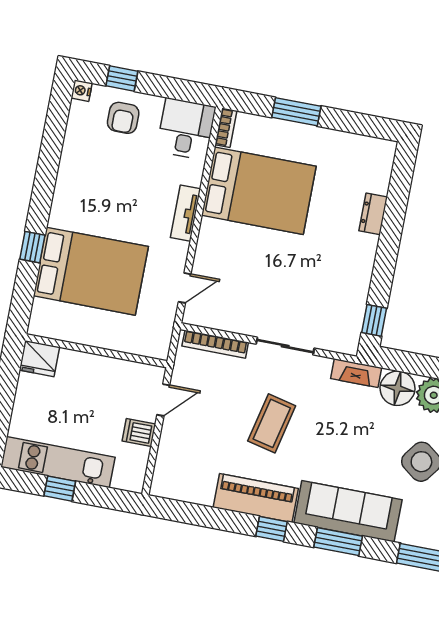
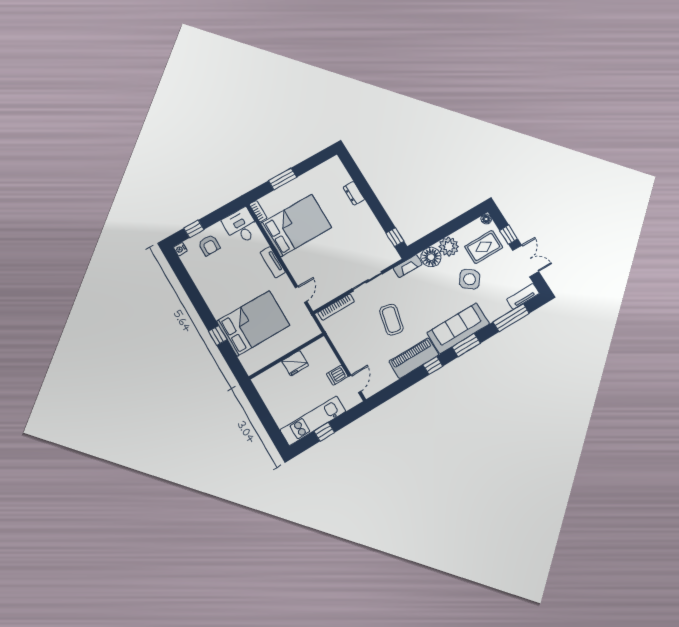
fridge: (39, 358) -> (295, 363), moved
door: (163, 400) -> (355, 384), moved

